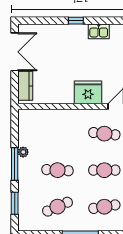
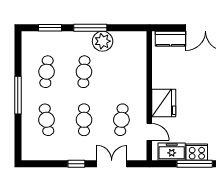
plant: (23, 152) -> (103, 41), width x1.88, depth x1.88
cafe table: (57, 207) -> (47, 72), turned 30

